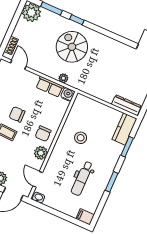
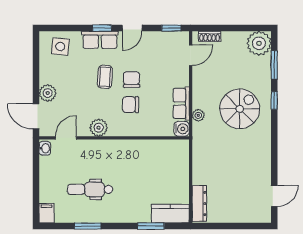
chair: (43, 134) -> (131, 105), moved
stool: (81, 138) -> (137, 167), removed
window: (112, 182) -> (88, 226), moved

